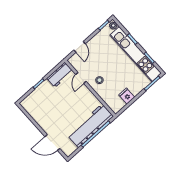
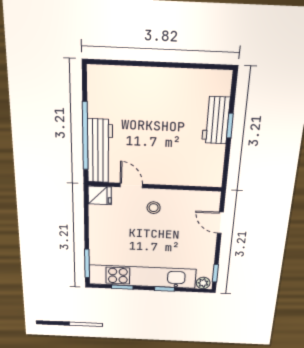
workbench: (60, 75) -> (216, 120), moved
door: (81, 78) -> (131, 186), moved
fridge: (127, 96) -> (100, 195), moved
workbench: (90, 126) -> (100, 151), width x0.73, depth x0.76
door: (52, 143) -> (130, 63), removed

